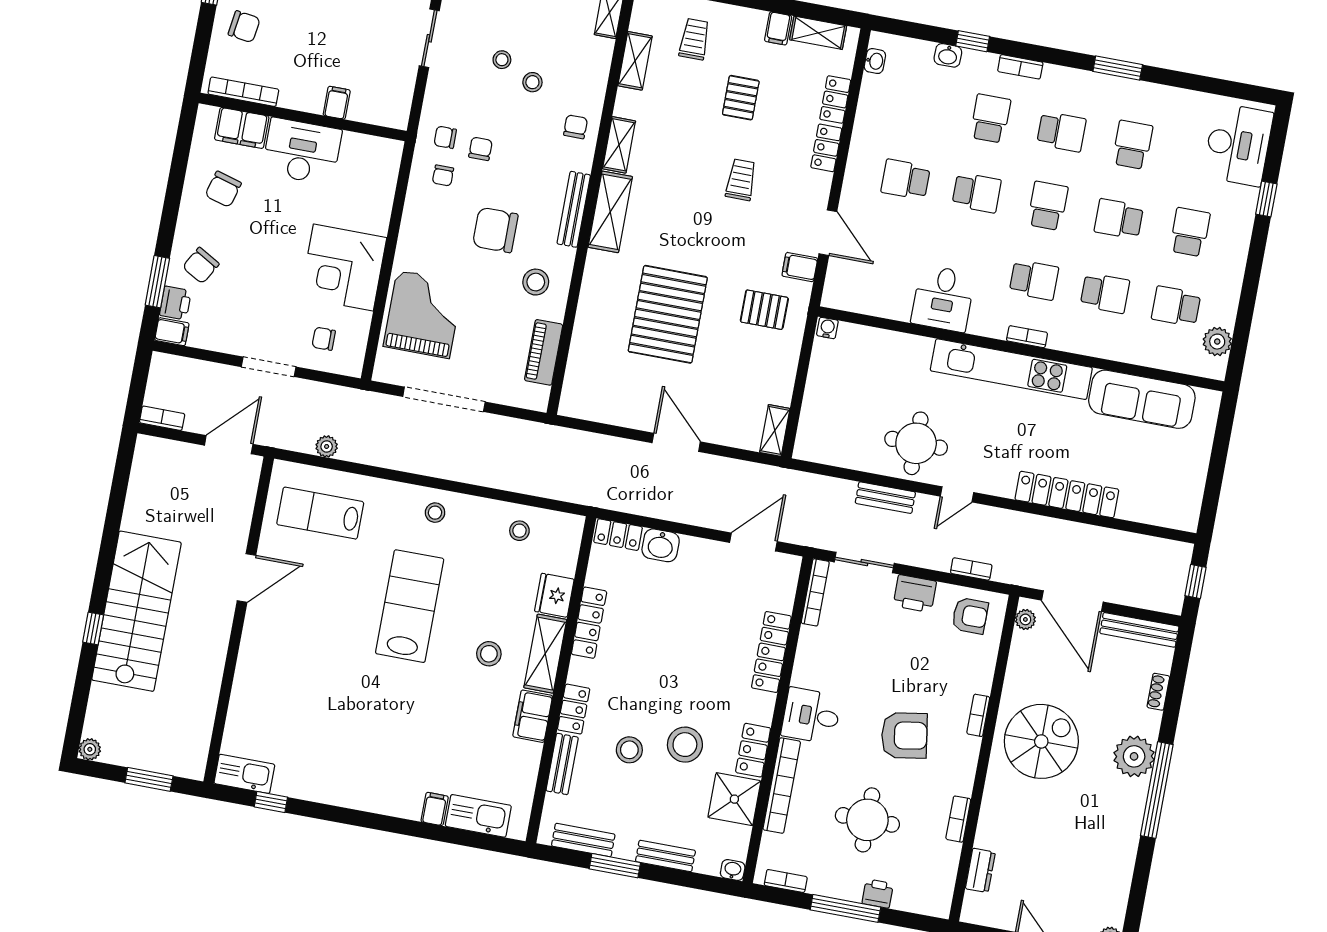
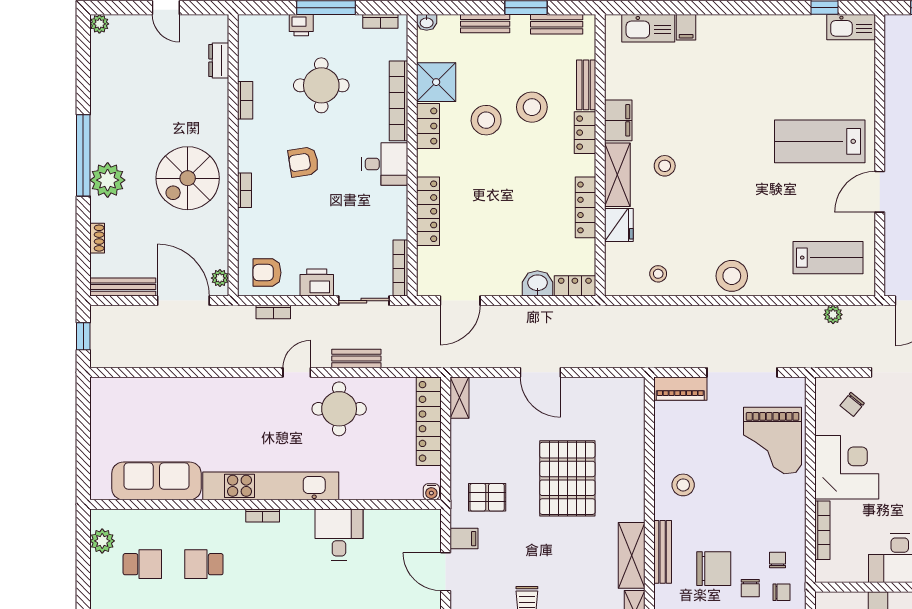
bookcase: (385, 200) -> (822, 530), added
chair: (495, 230) -> (714, 569), moved
school desk: (1034, 280) -> (266, 564), removed
chair: (324, 339) -> (852, 404), turned 129
piano: (544, 352) -> (680, 389), moved, turned 90
locker: (1067, 495) -> (429, 421), moved, turned 90
stool: (435, 513) -> (732, 276), width x1.89, depth x1.89
lab bench: (410, 606) -> (820, 141), moved, turned 90
armchair: (904, 735) -> (303, 162), width x0.72, depth x0.72
stool: (629, 750) -> (532, 107), width x1.38, depth x1.38

